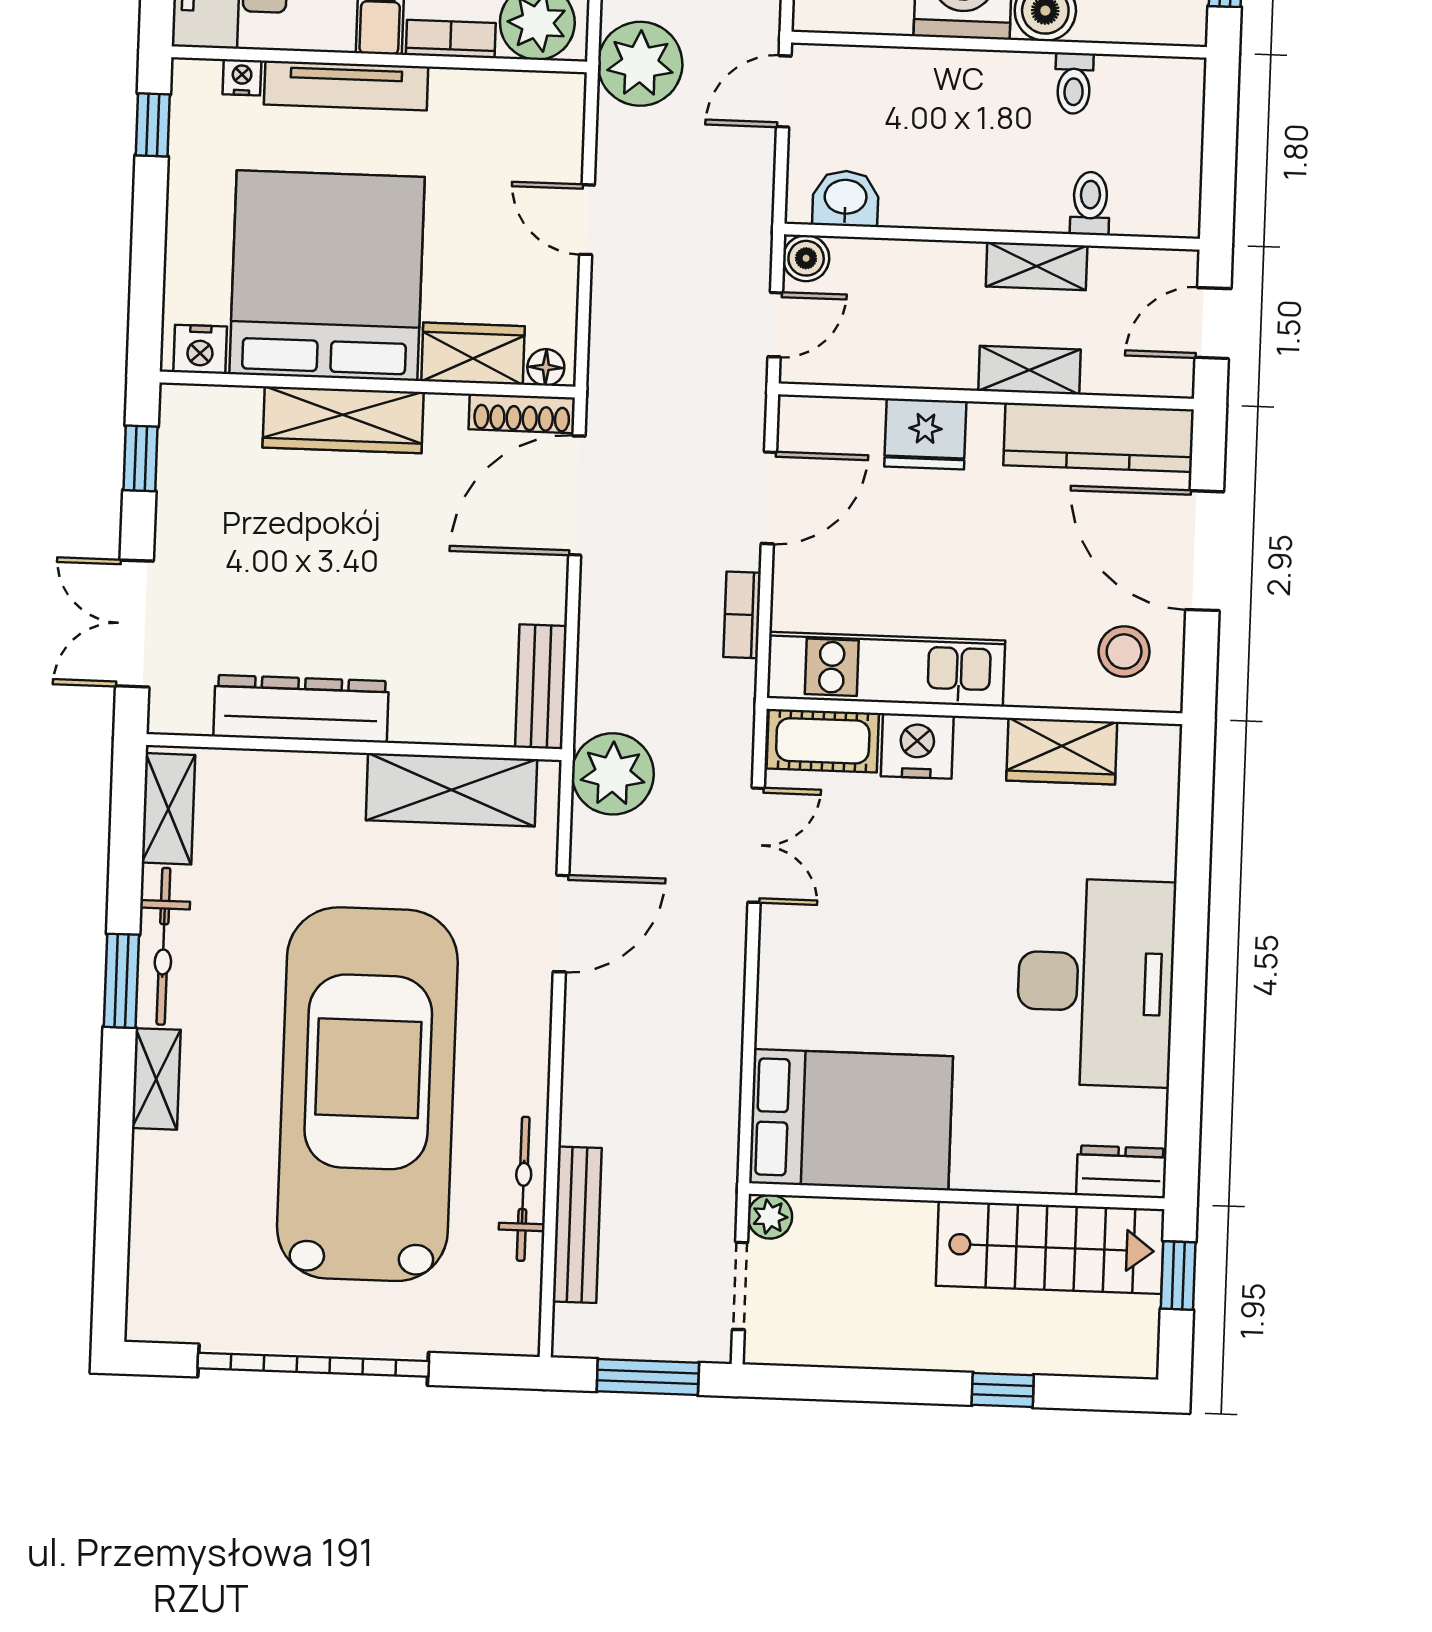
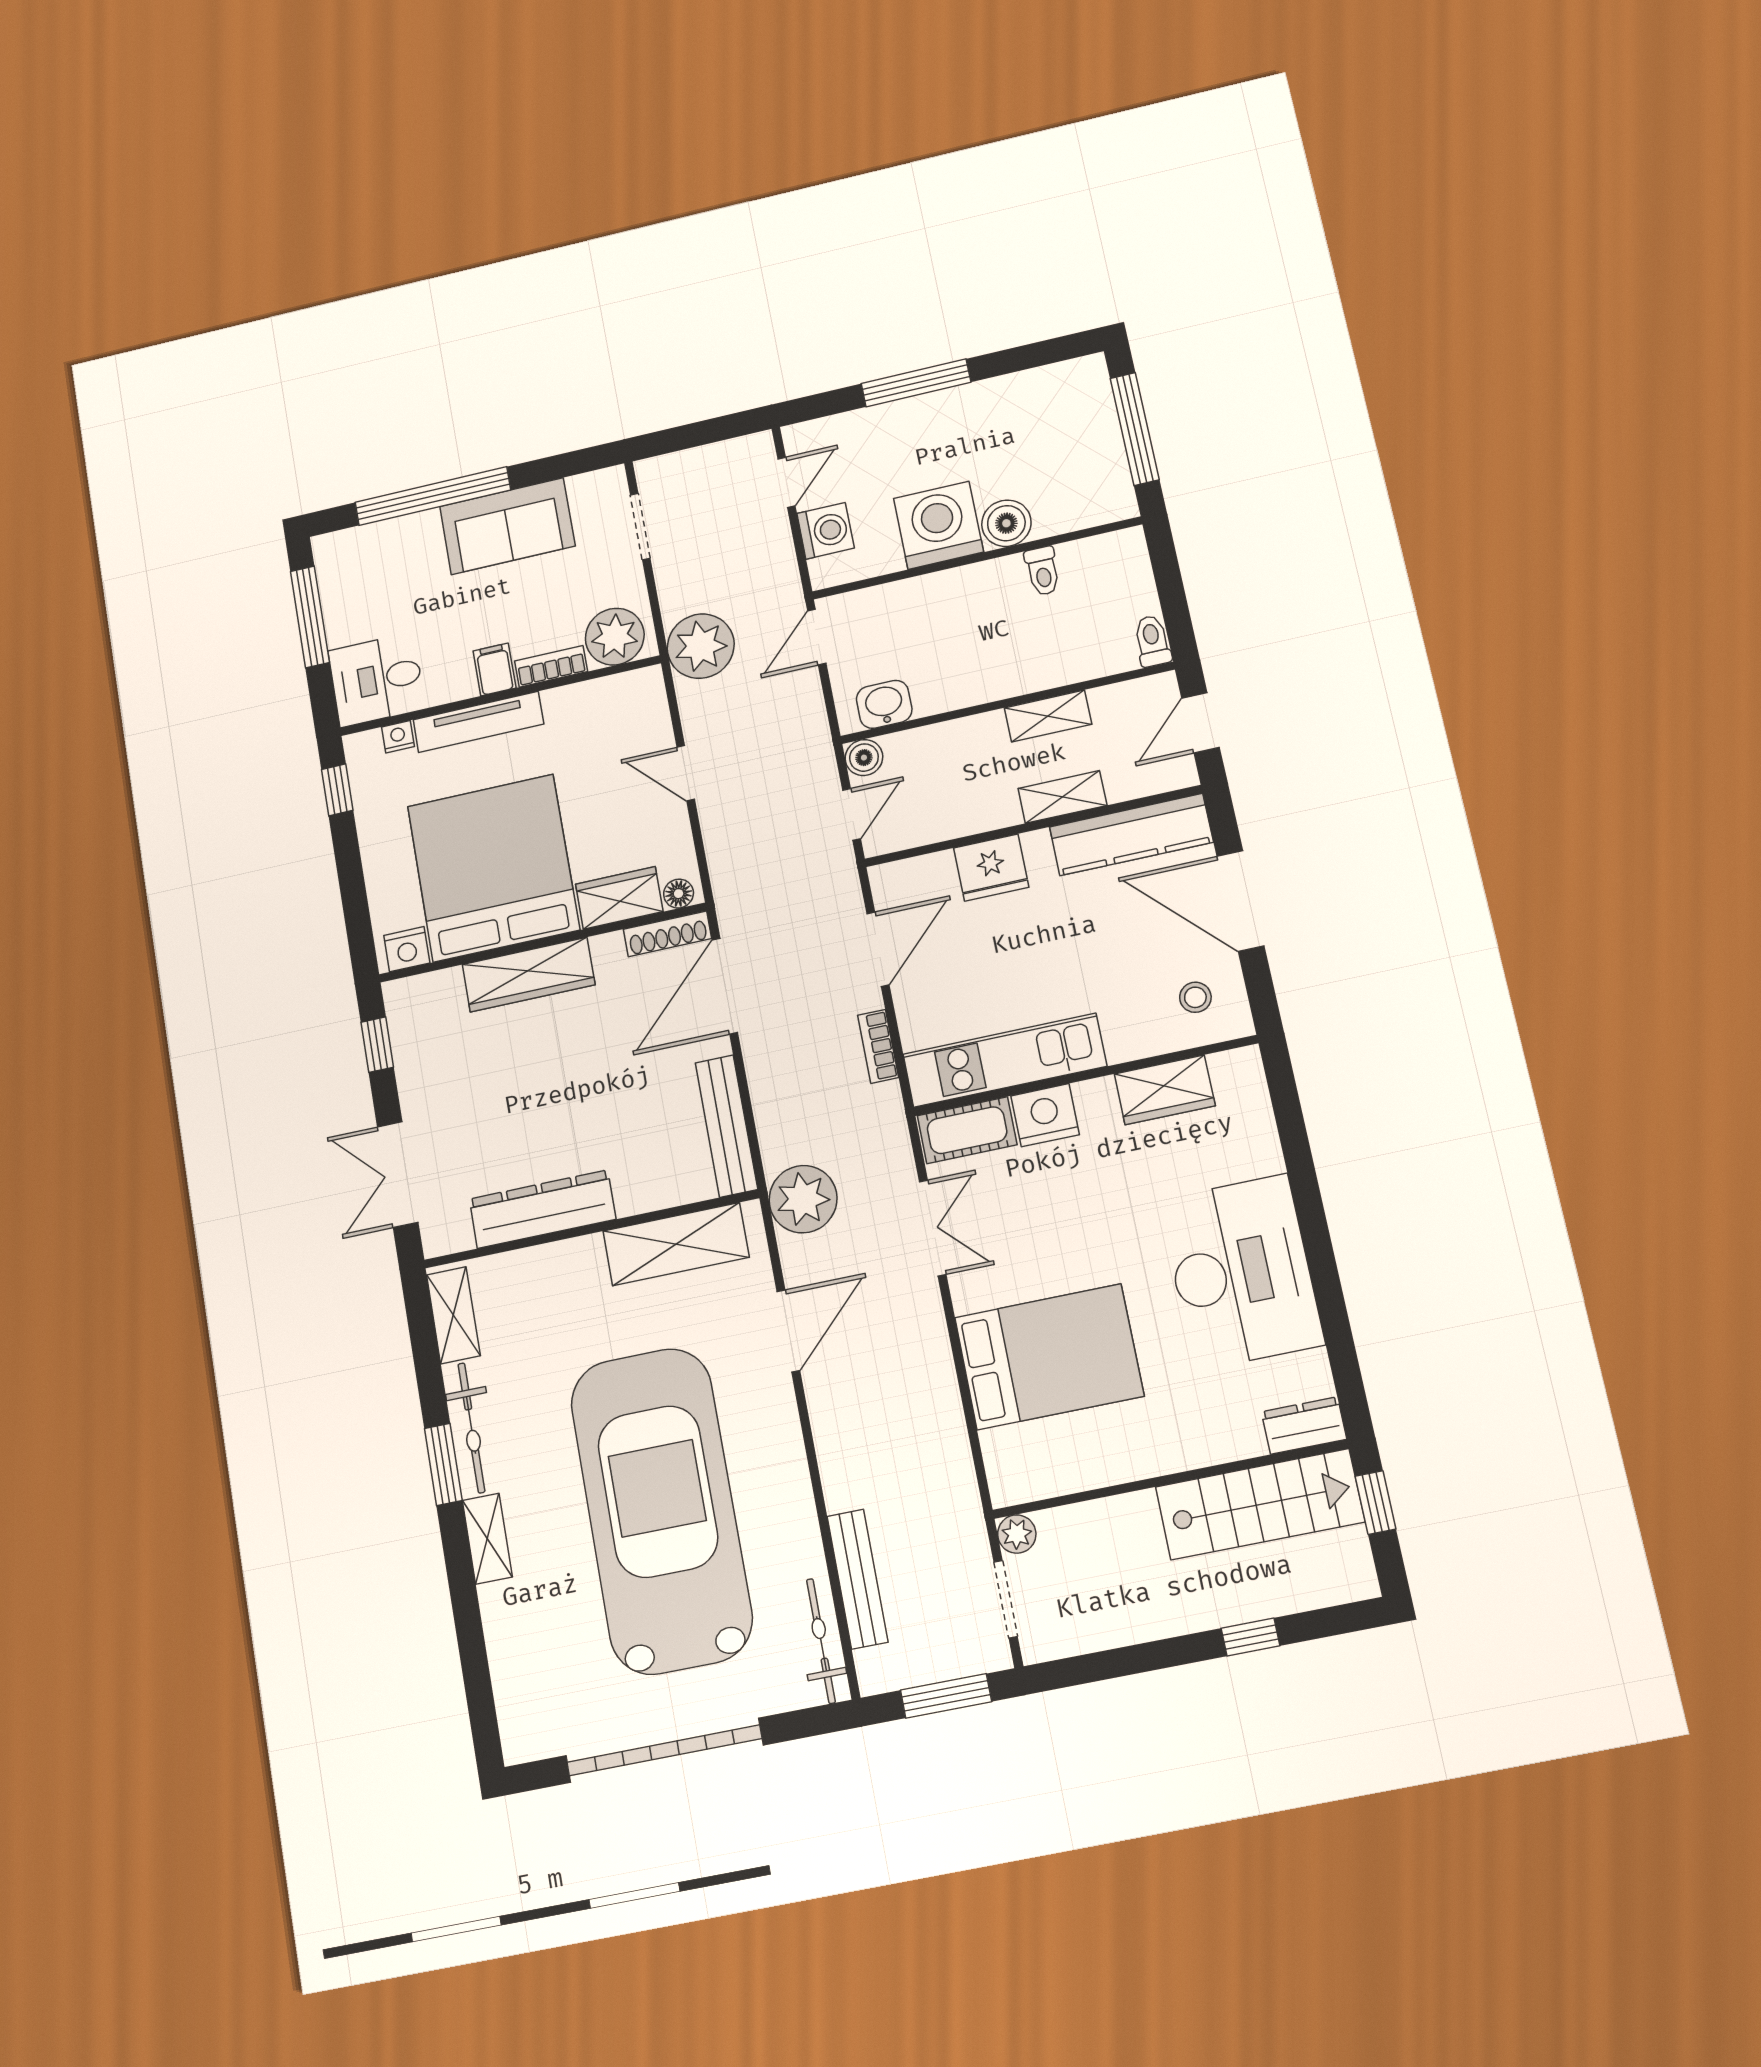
toilet: (1090, 203) -> (1152, 641), moved
stool: (1124, 651) -> (1195, 997), width x0.73, depth x0.73
bench: (541, 687) -> (726, 1126), width x1.36
bed: (851, 1120) -> (1049, 1357), moved
bicycle: (523, 1189) -> (821, 1641), moved

